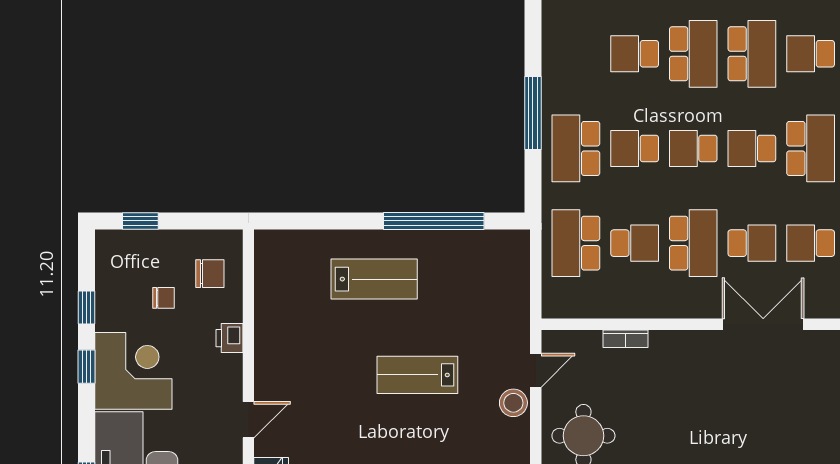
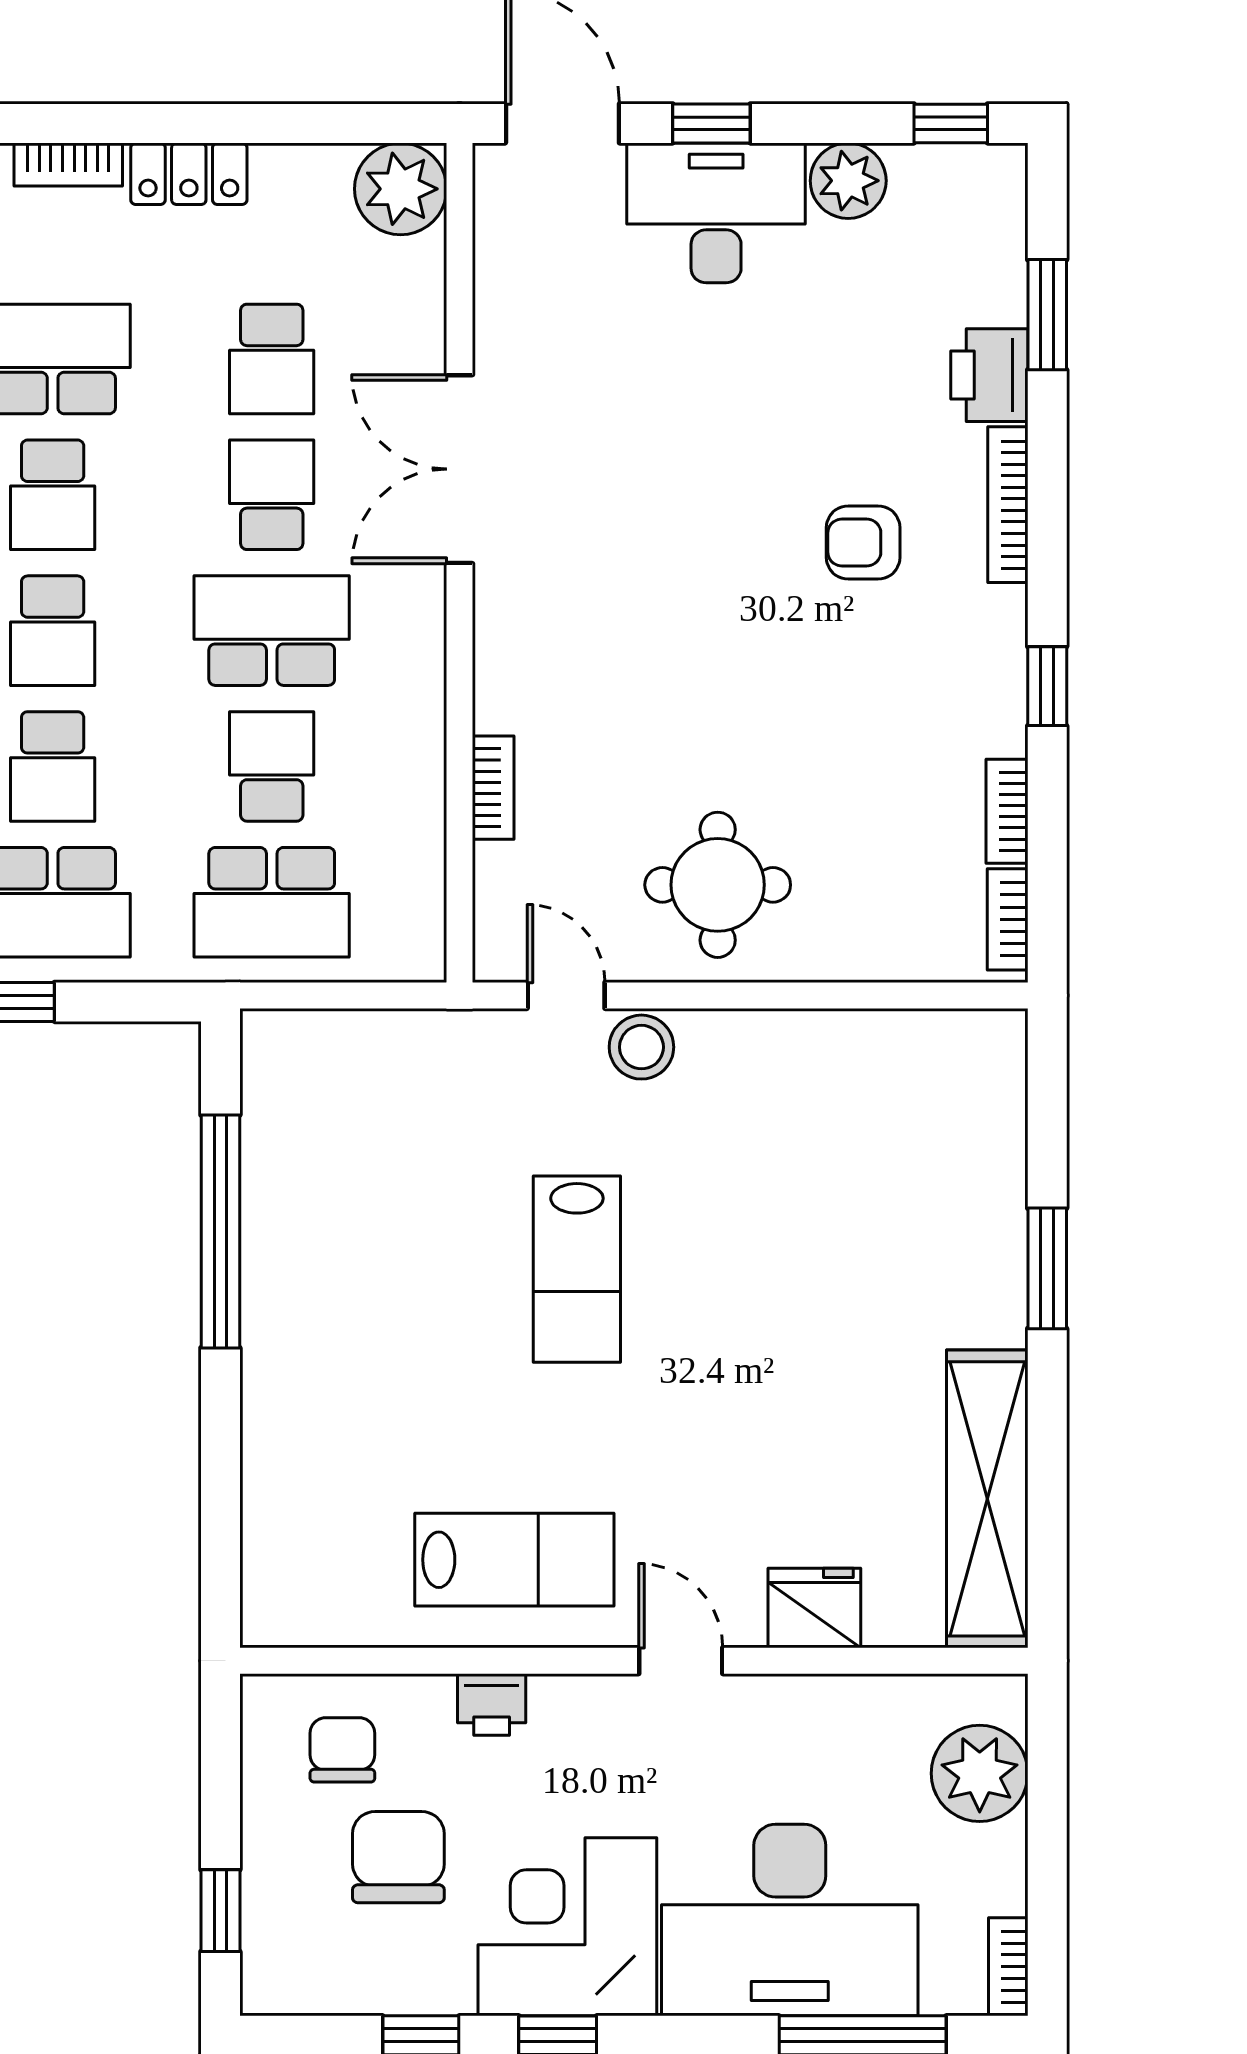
lab bench: (374, 279) -> (514, 1560), moved, turned 90
chair: (163, 298) -> (398, 1857), width x1.87, depth x1.87

